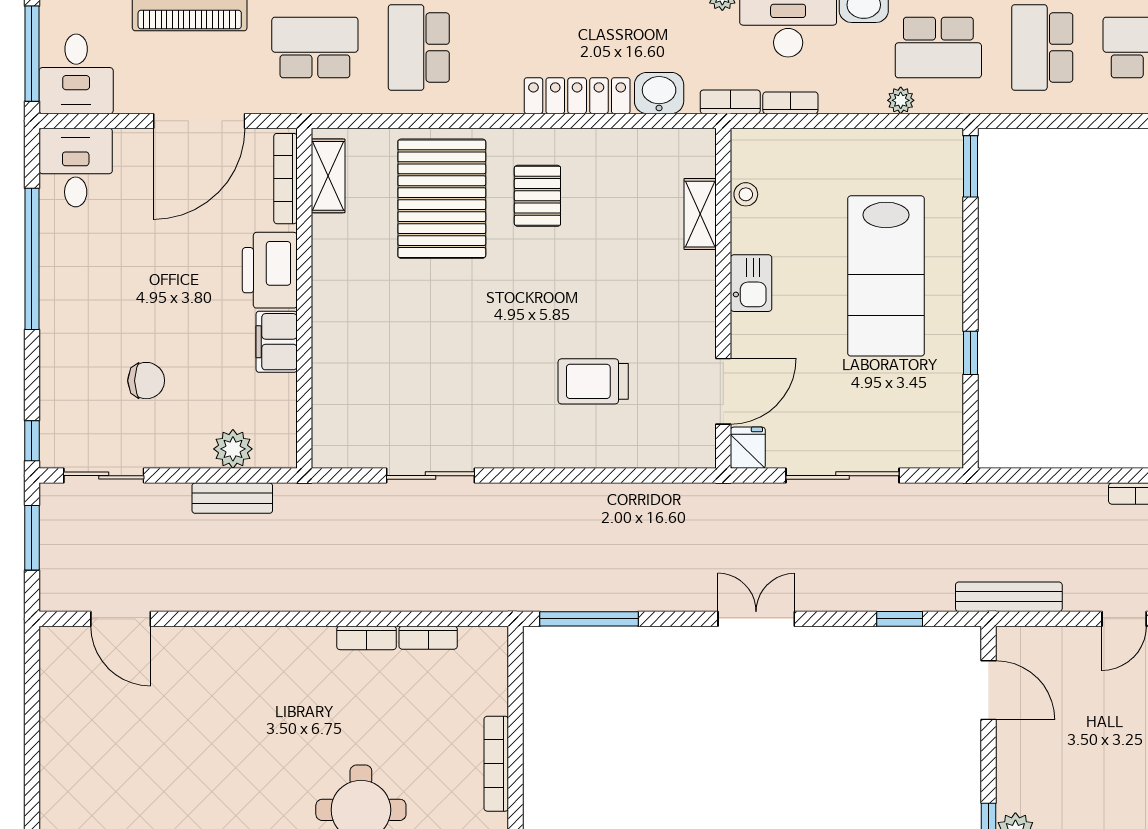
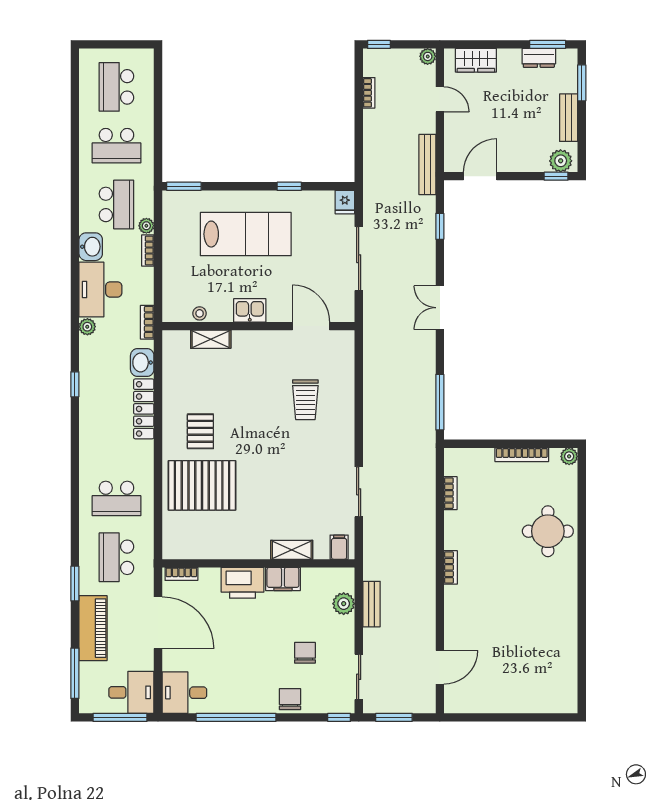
bookcase: (790, 103) -> (148, 250), moved
shelving: (328, 176) -> (292, 550), moved
bookcase: (285, 179) -> (181, 574), width x0.64
pallet: (537, 196) -> (200, 431), turned 90
chair: (64, 354) -> (290, 699), added
filing cabinet: (333, 441) -> (339, 547), added
fridge: (748, 448) -> (345, 202), moved, turned -90
bookcase: (367, 638) -> (451, 567), moved

